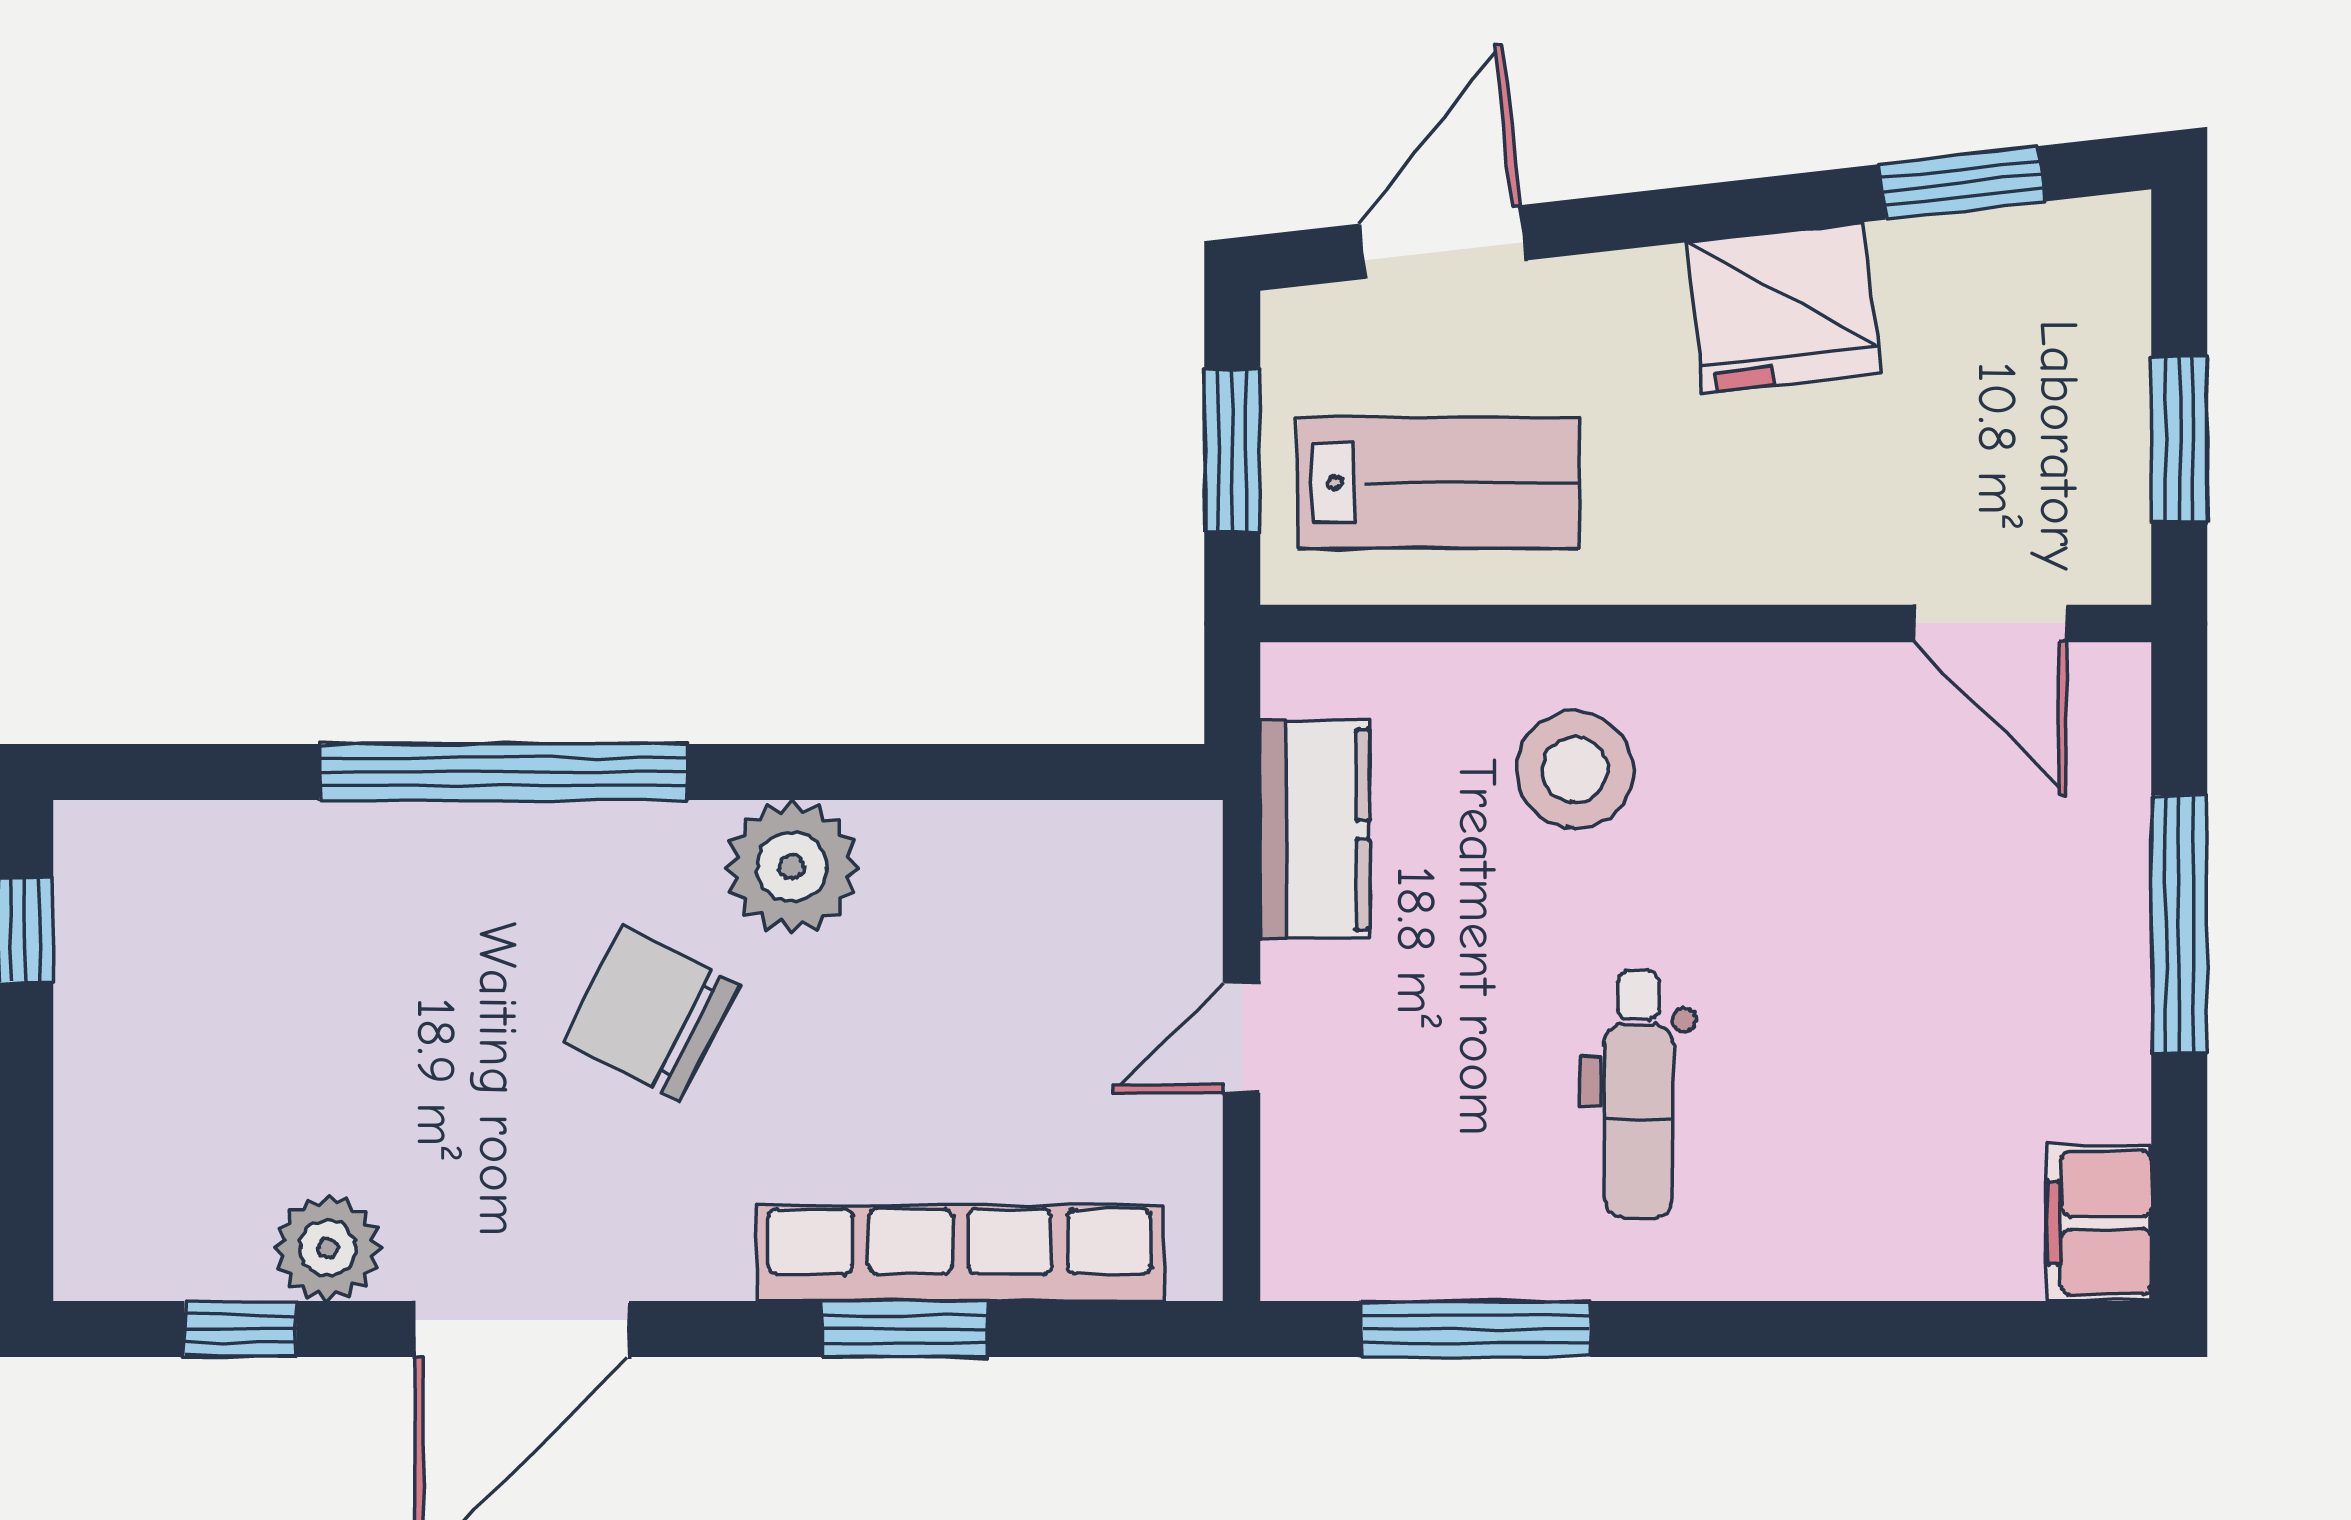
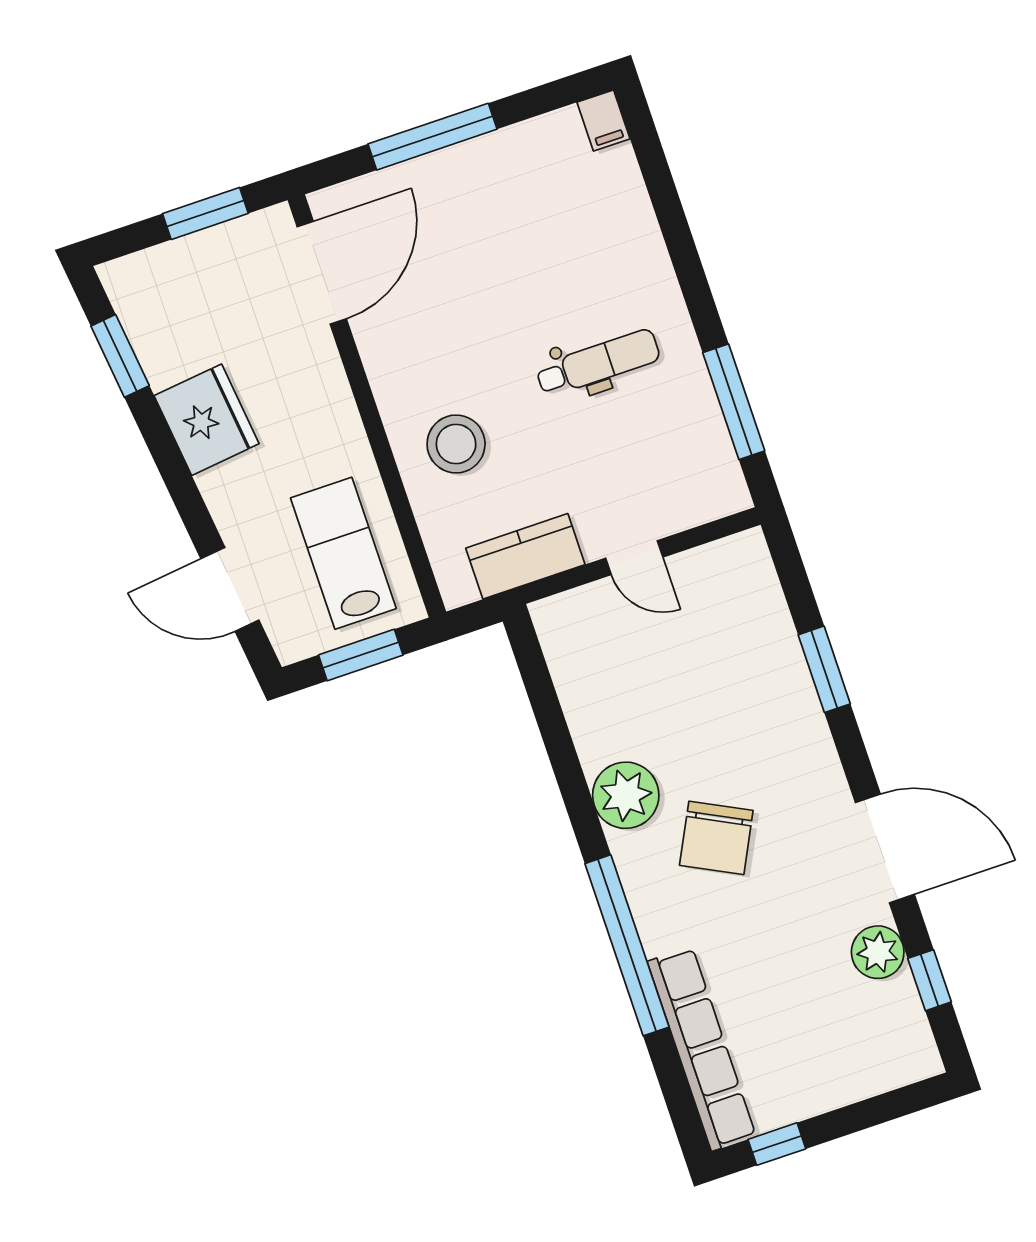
door: (1990, 623) -> (322, 273), width x1.36
filing cabinet: (2099, 1223) -> (604, 121), width x0.50
row of seats: (960, 1253) -> (702, 1049), moved, turned 180

